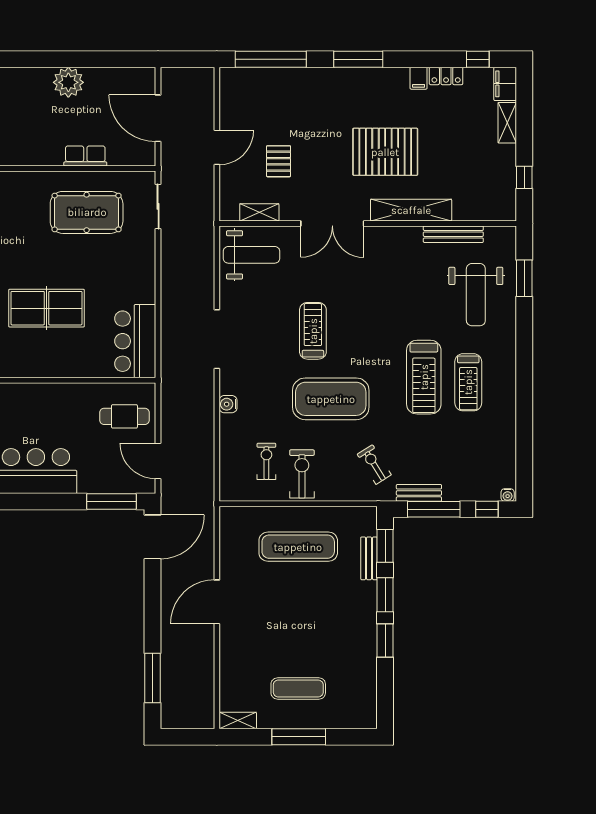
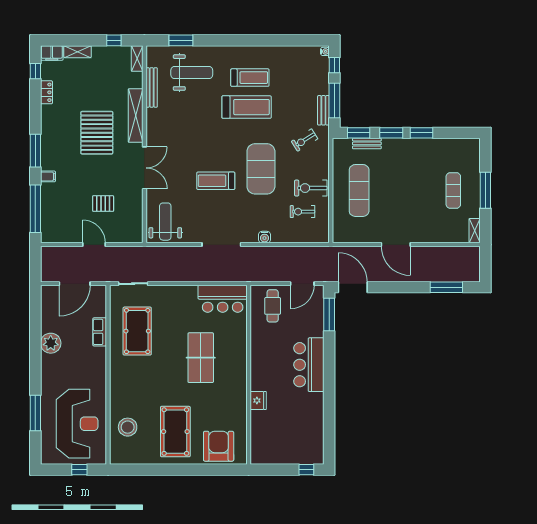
filing cabinet: (419, 78) -> (48, 176), moved
shelving: (259, 212) -> (137, 59), moved

